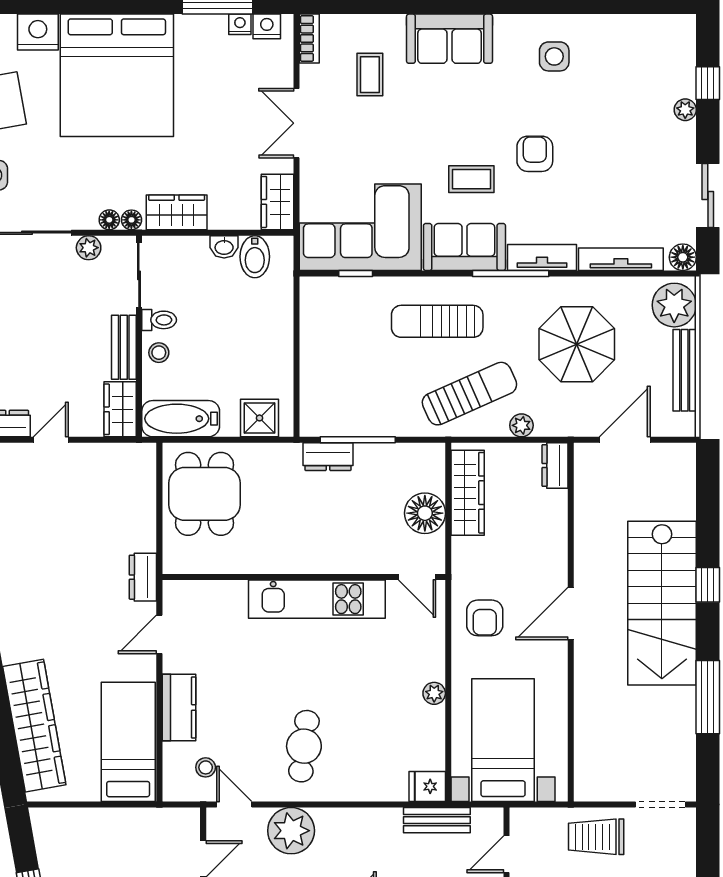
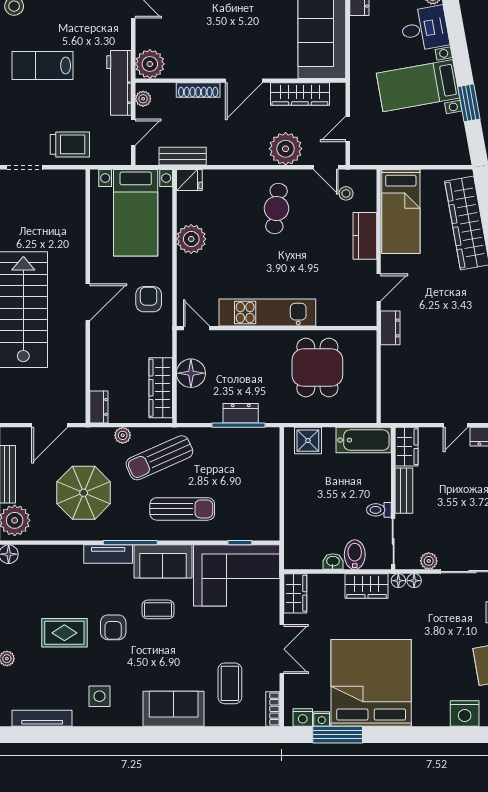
bed: (117, 75) -> (371, 683), moved
coffee table: (370, 75) -> (230, 683), width x1.36, depth x1.30
rug: (604, 146) -> (64, 633), added
bidet: (255, 257) -> (355, 555), moved
tv unit: (621, 259) -> (42, 718), moved, turned 180
stool: (159, 353) -> (379, 487), removed
dresser: (328, 457) -> (241, 413), moved
dining table: (204, 494) -> (317, 368), moved
plant: (434, 693) -> (191, 239), width x1.88, depth x1.88

